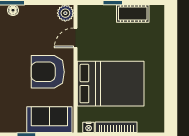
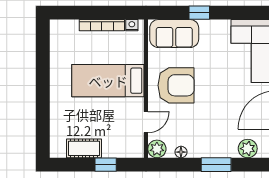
floor lamp: (13, 10) -> (181, 152), moved
bed: (111, 84) -> (108, 81), width x0.67

